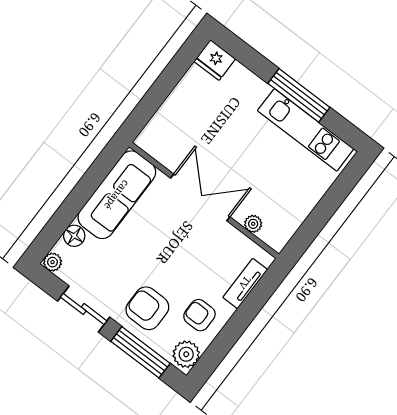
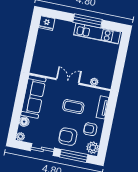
double door: (200, 197) -> (68, 81), width x0.73
coffee table: (187, 253) -> (73, 107), added

